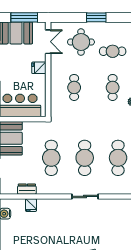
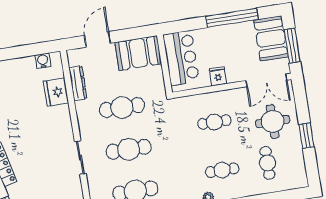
double door: (48, 42) -> (266, 80), width x1.37
fridge: (39, 68) -> (218, 76), moved
dresser: (27, 189) -> (78, 83), width x1.44
fridge: (31, 205) -> (56, 92), width x1.88, depth x1.34

